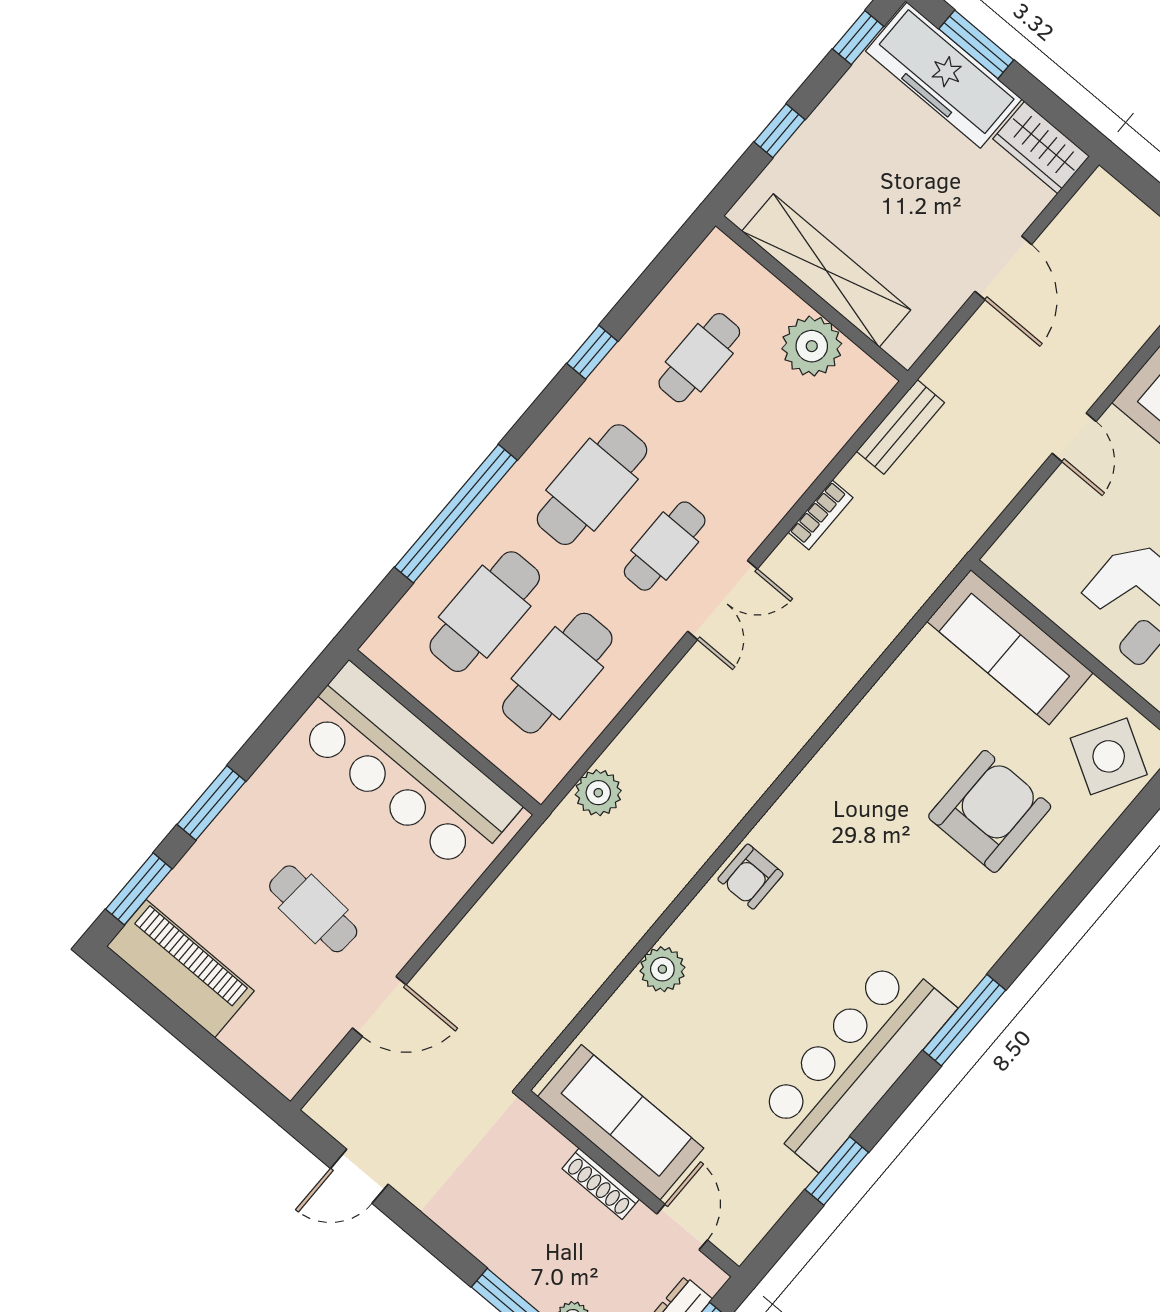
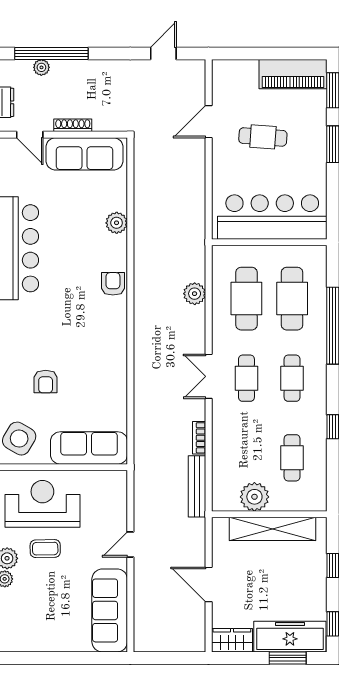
bench: (900, 427) -> (197, 486), width x1.36
door: (1074, 437) -> (130, 544), hinge flipped
cafe table: (592, 485) -> (292, 378), width x0.73, depth x0.74
plant: (598, 793) -> (195, 294), moved
armchair: (990, 811) -> (46, 382), width x0.53, depth x0.53

